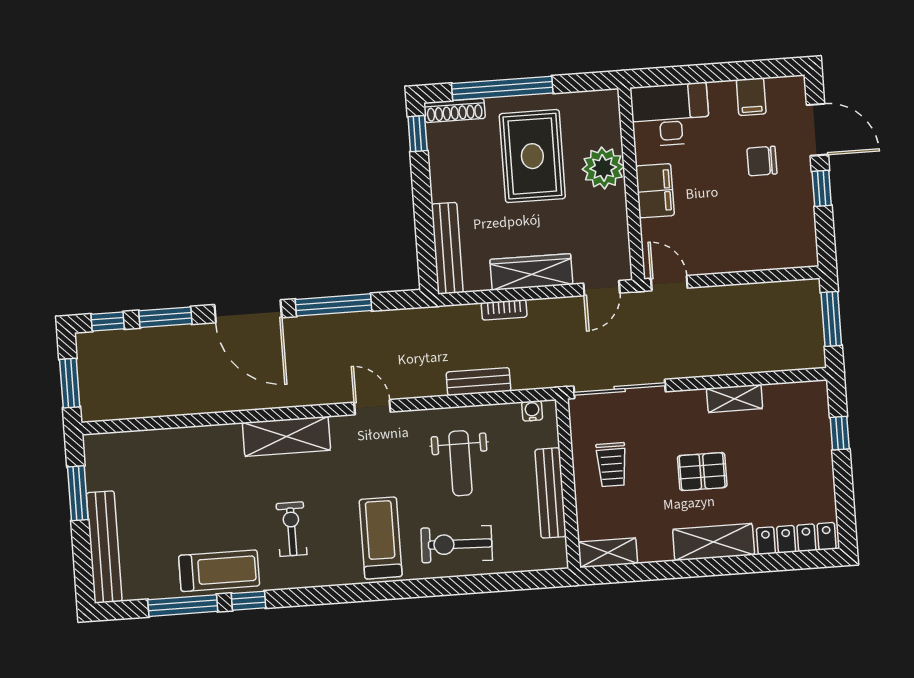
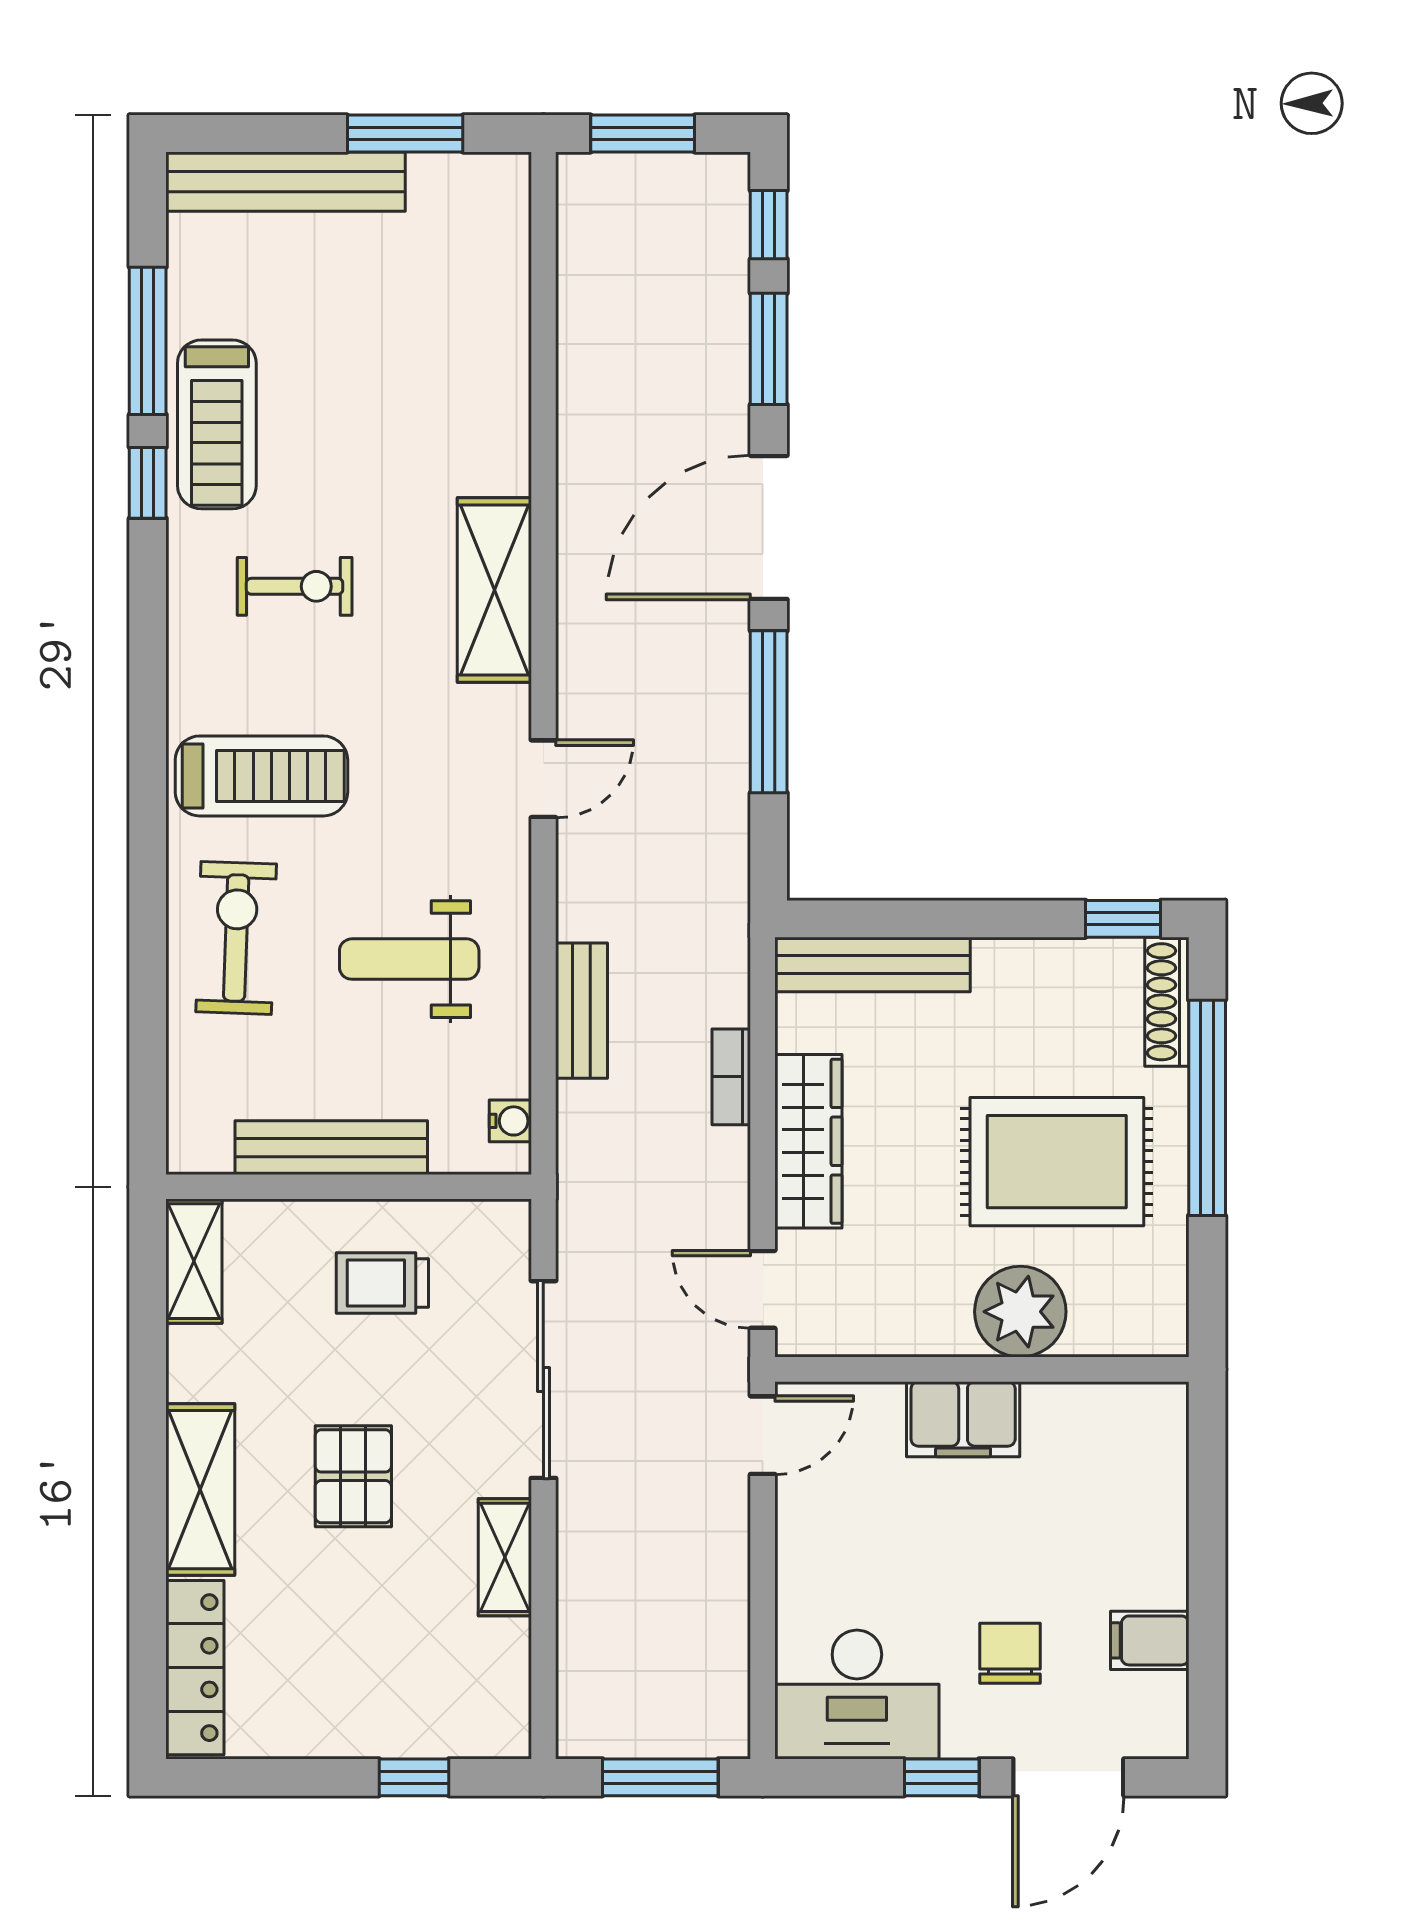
desk: (670, 114) -> (857, 1694), moved, turned 90
sliding door: (620, 389) -> (543, 1380), moved

